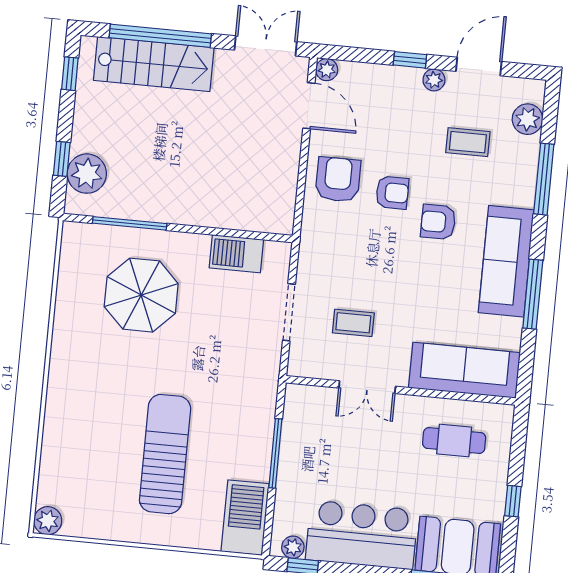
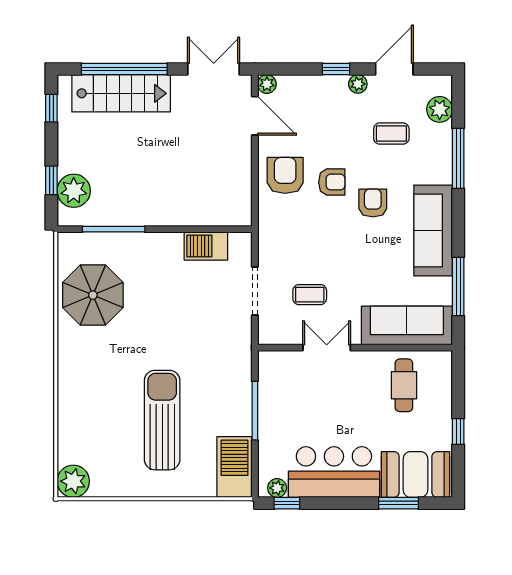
armchair: (438, 222) -> (373, 203), turned 90
window: (533, 294) -> (458, 286), moved
parasol: (141, 295) -> (93, 295), moved
double door: (367, 387) -> (327, 348), swing flipped
cafe table: (454, 440) -> (404, 385), turned 90
plant: (48, 521) -> (73, 481), width x1.36, depth x1.36

